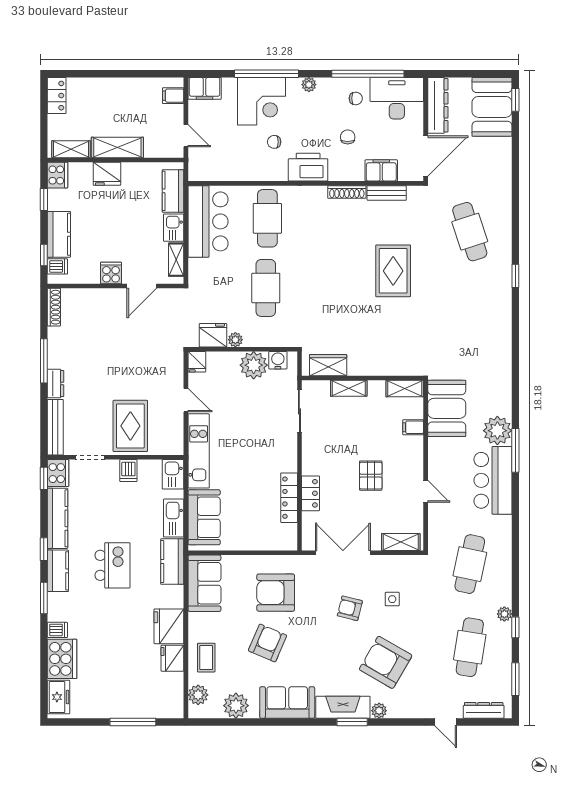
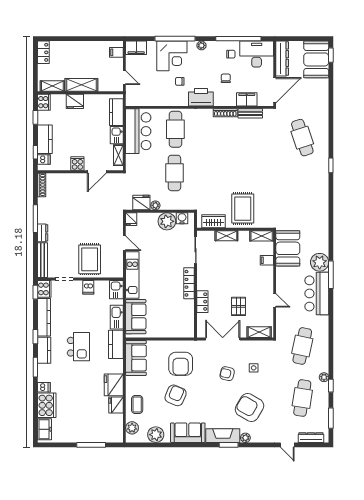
rug: (393, 271) -> (243, 209), moved
pallet: (371, 476) -> (239, 306), moved
locker: (289, 498) -> (189, 283), moved
armchair: (276, 593) -> (181, 364), turned -90

